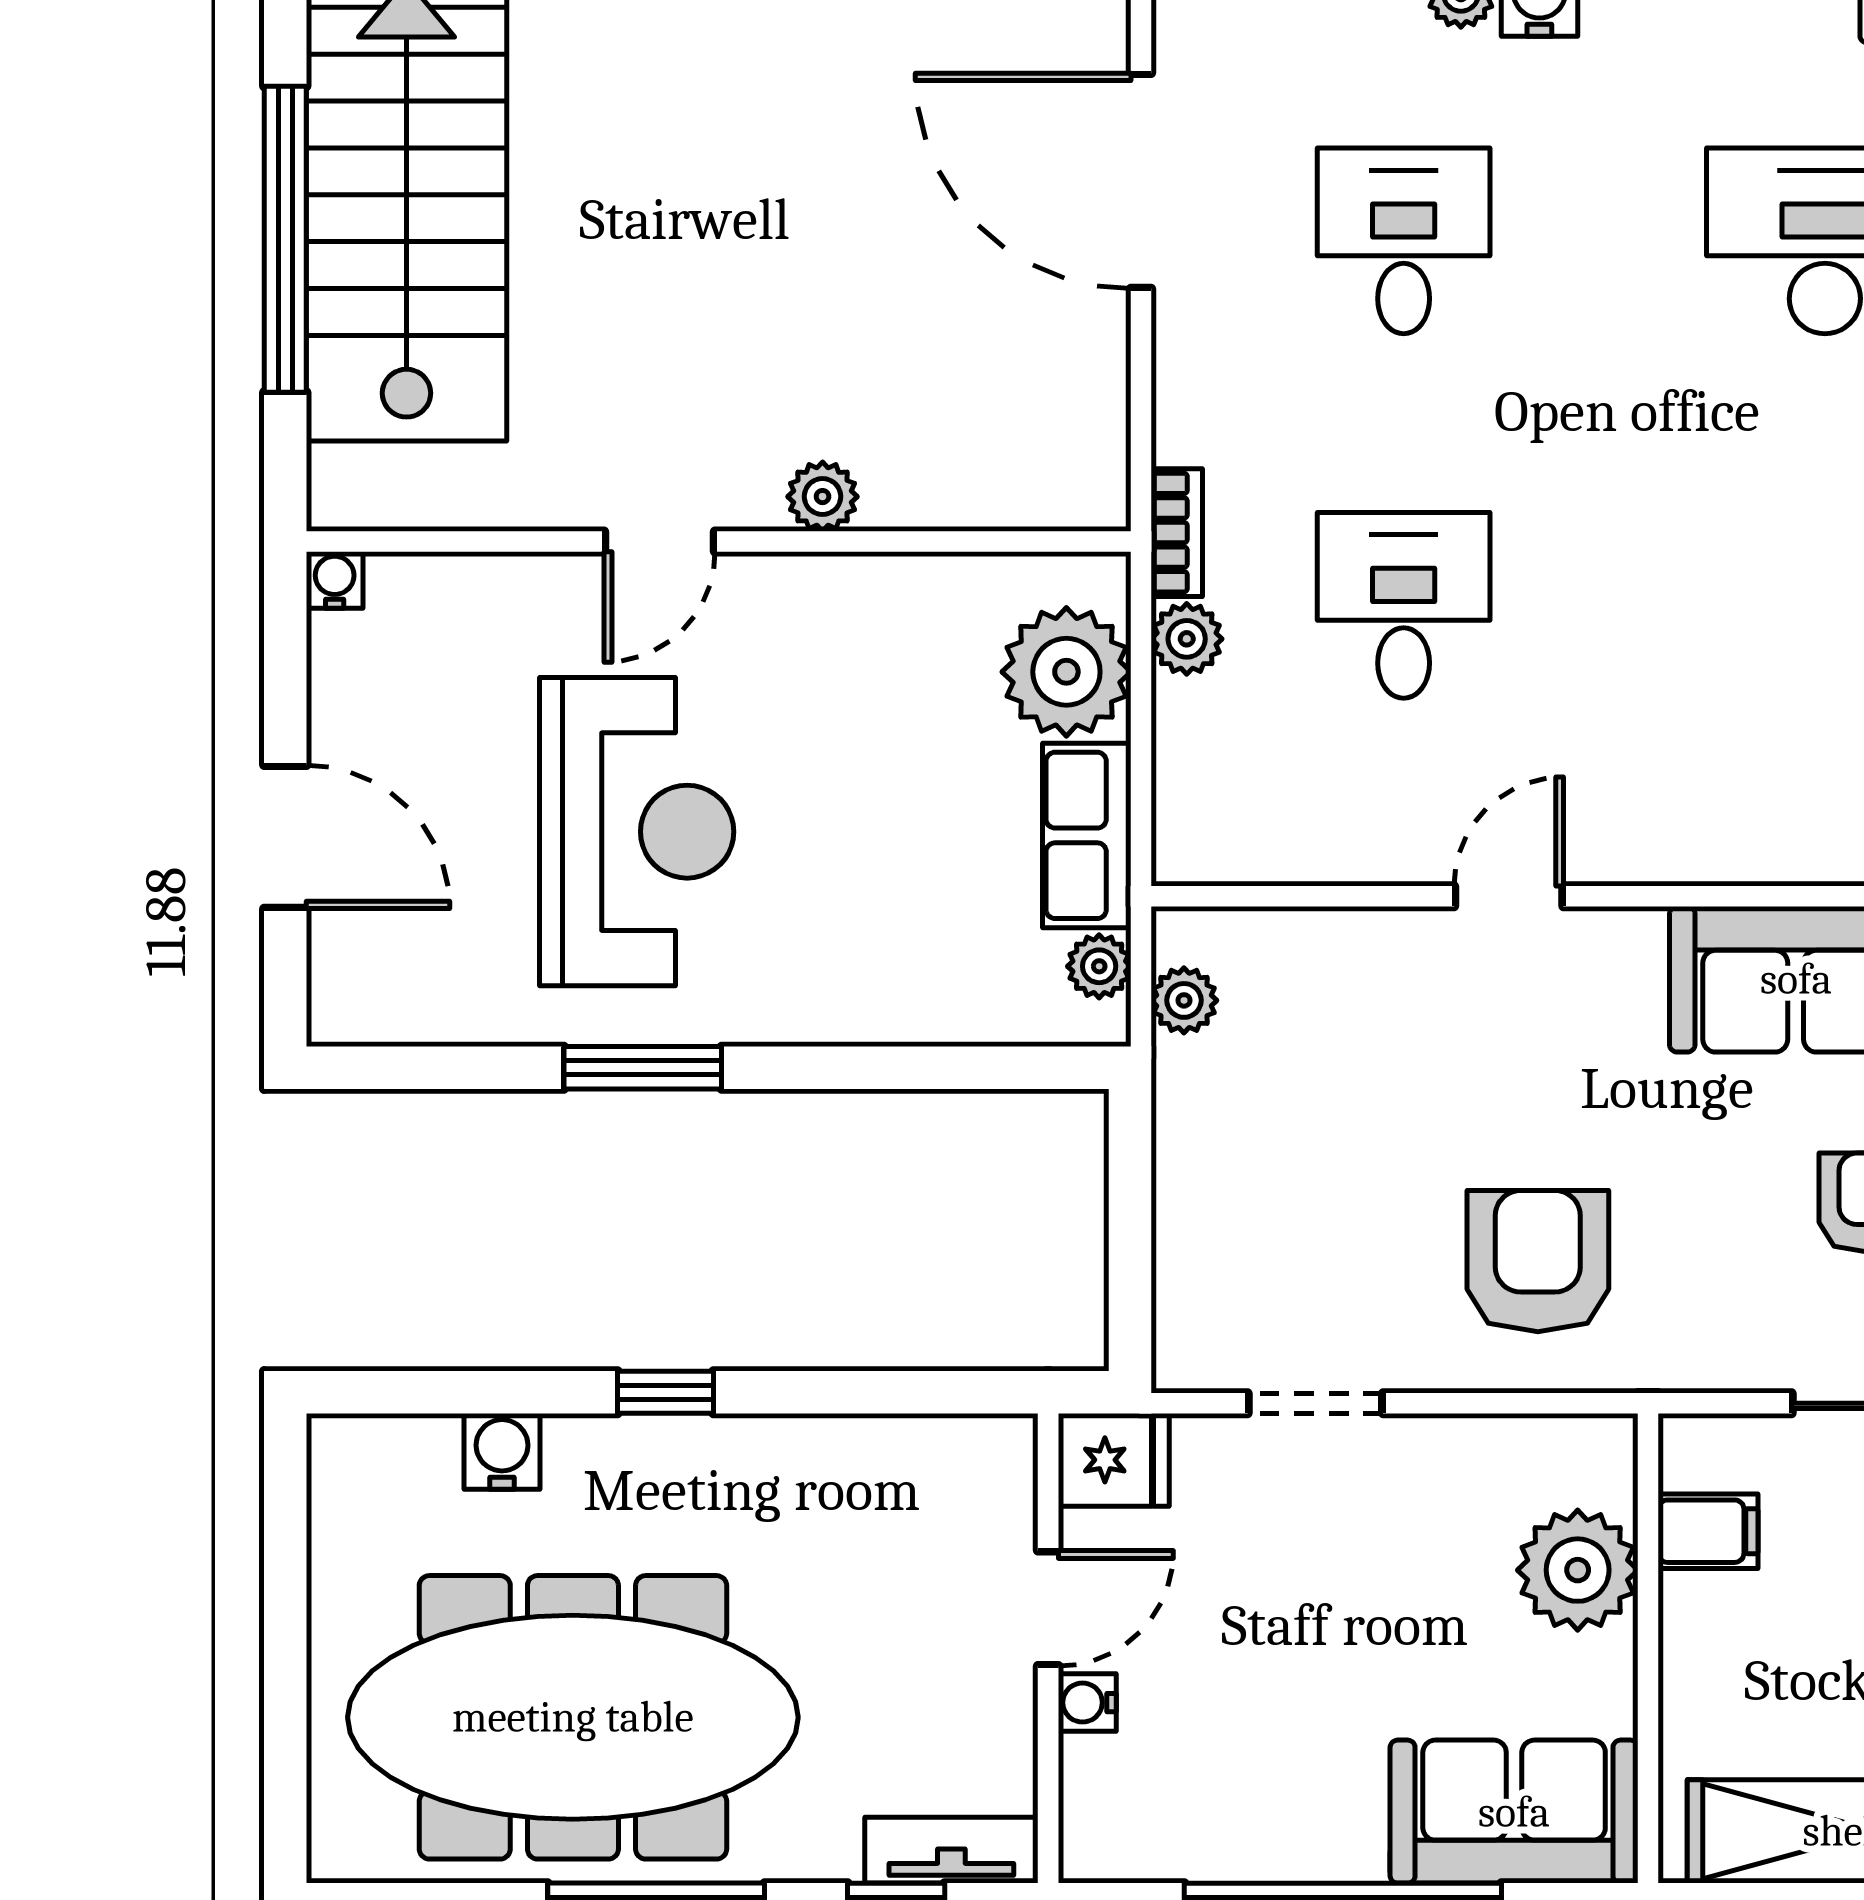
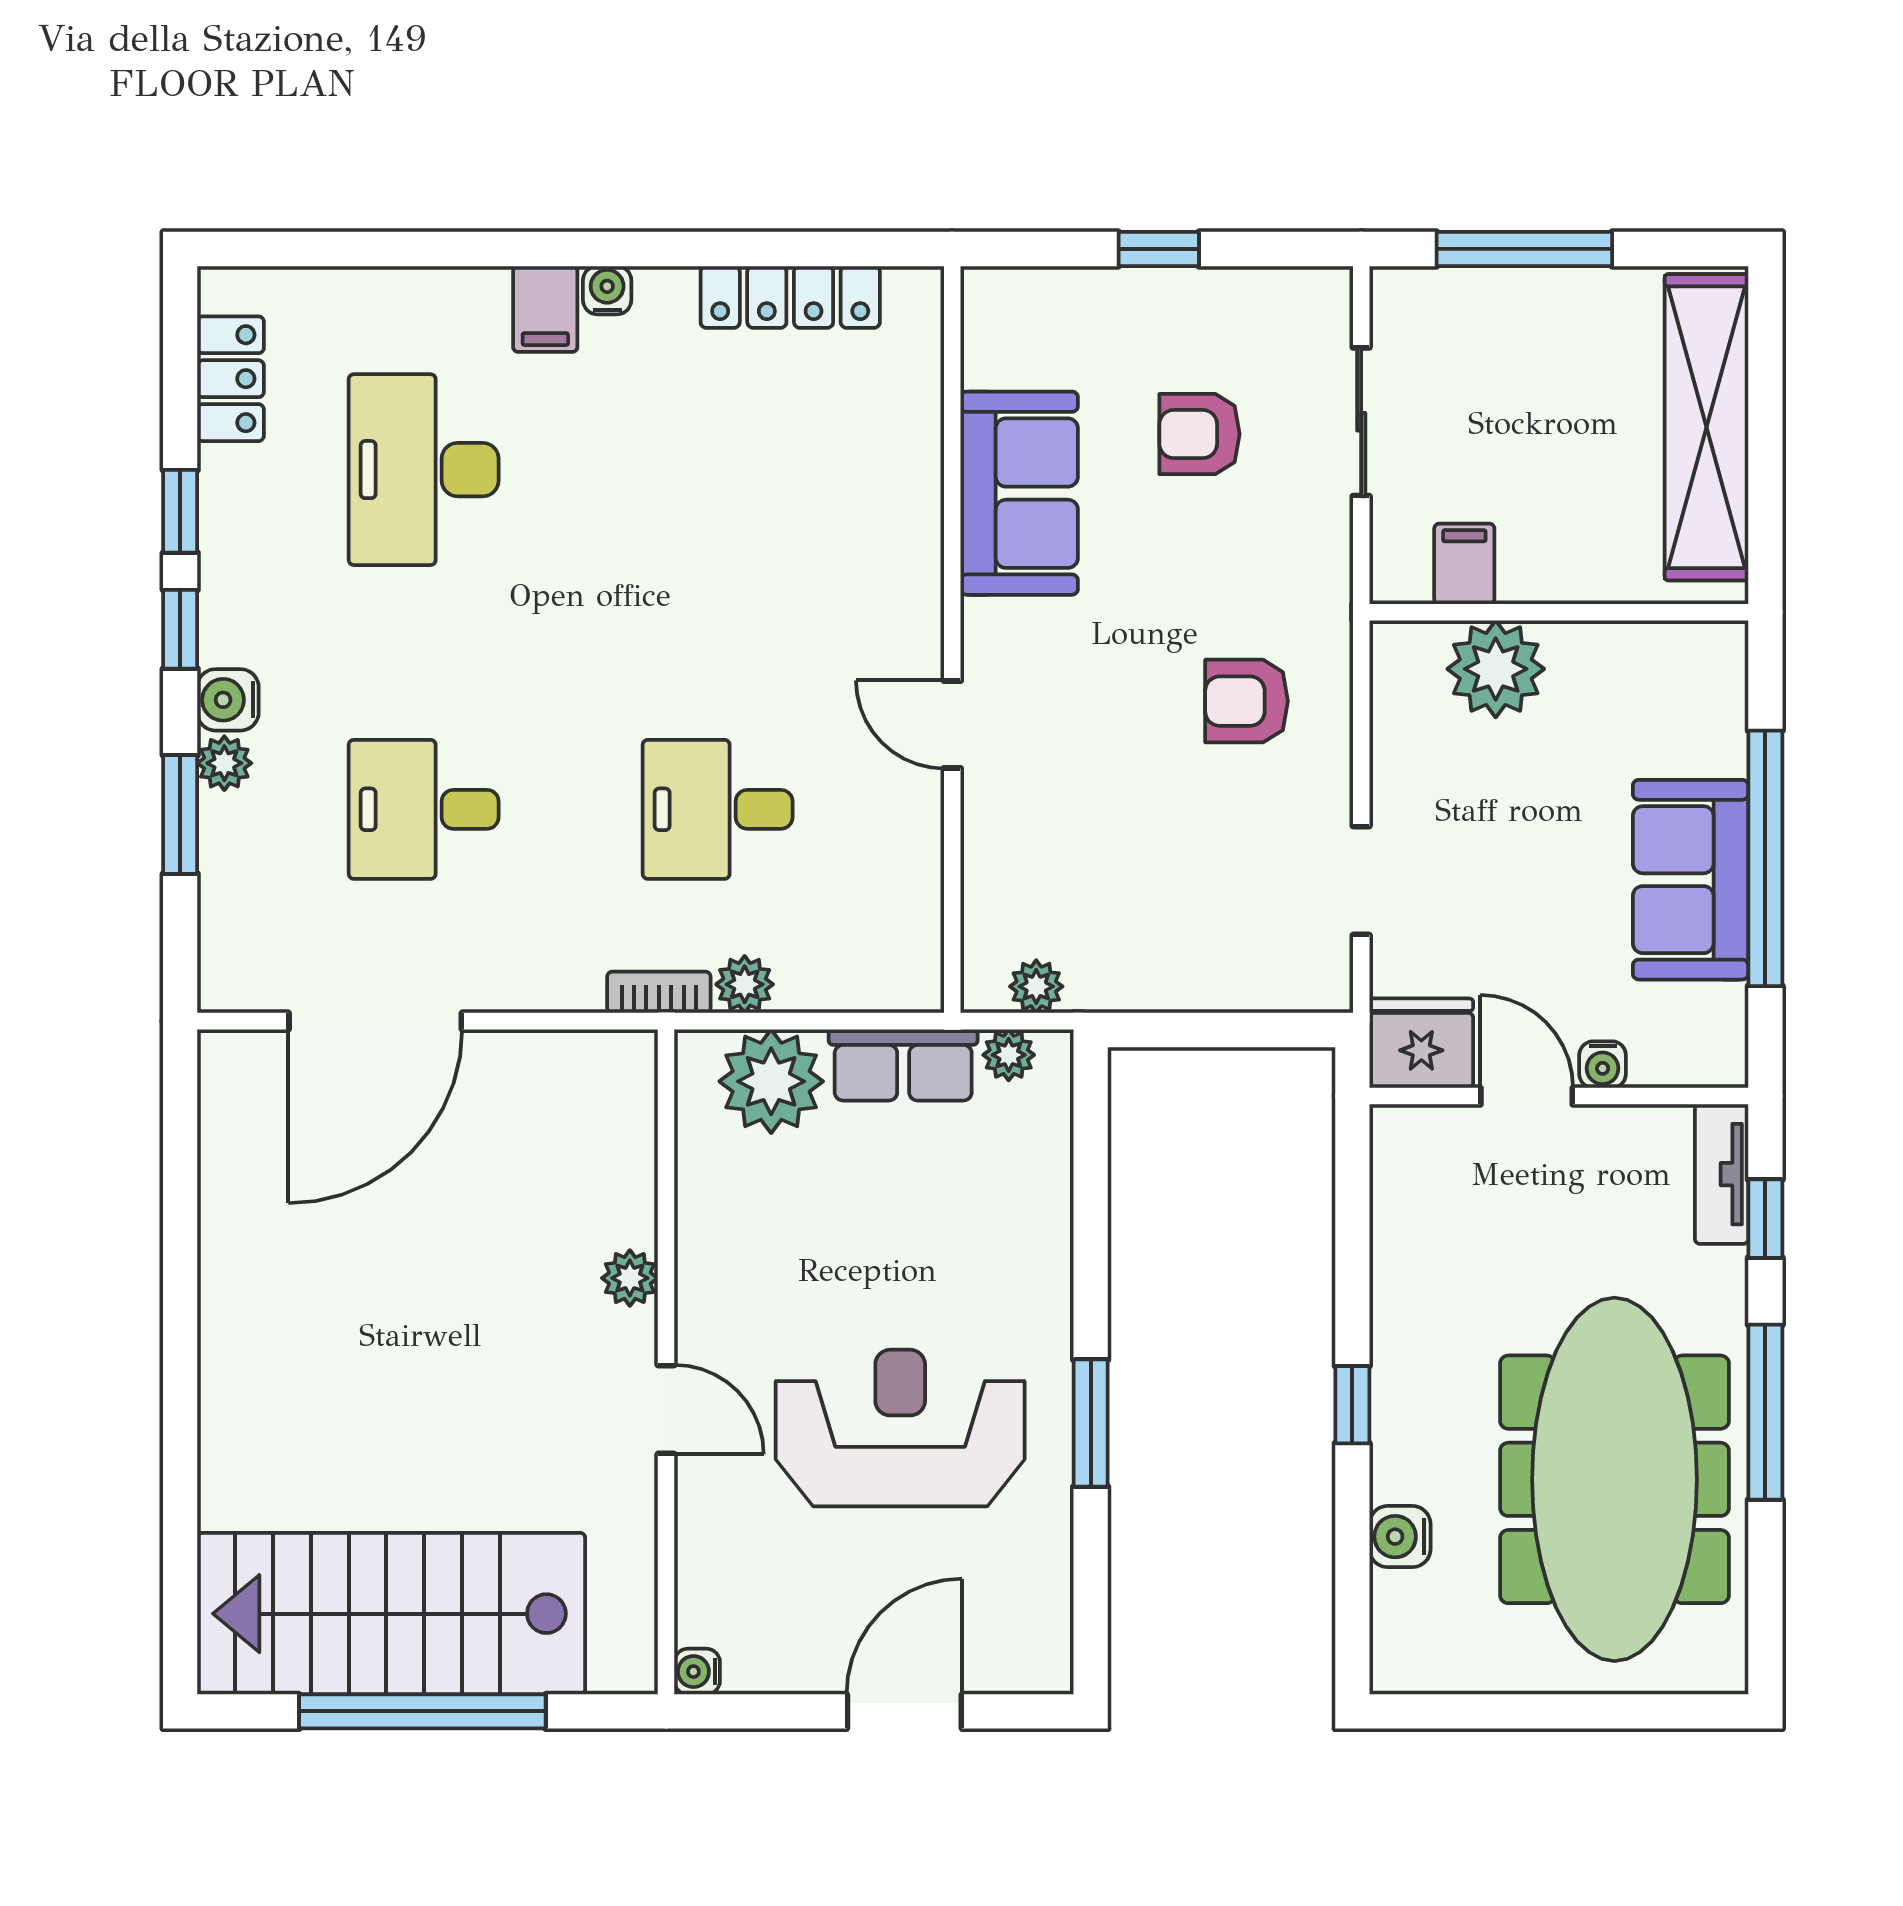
armchair: (1538, 1261) -> (1246, 701), width x0.72, depth x0.72
fridge: (1114, 1460) -> (1421, 1043), width x1.38
sofa: (1514, 1812) -> (1691, 880), moved

